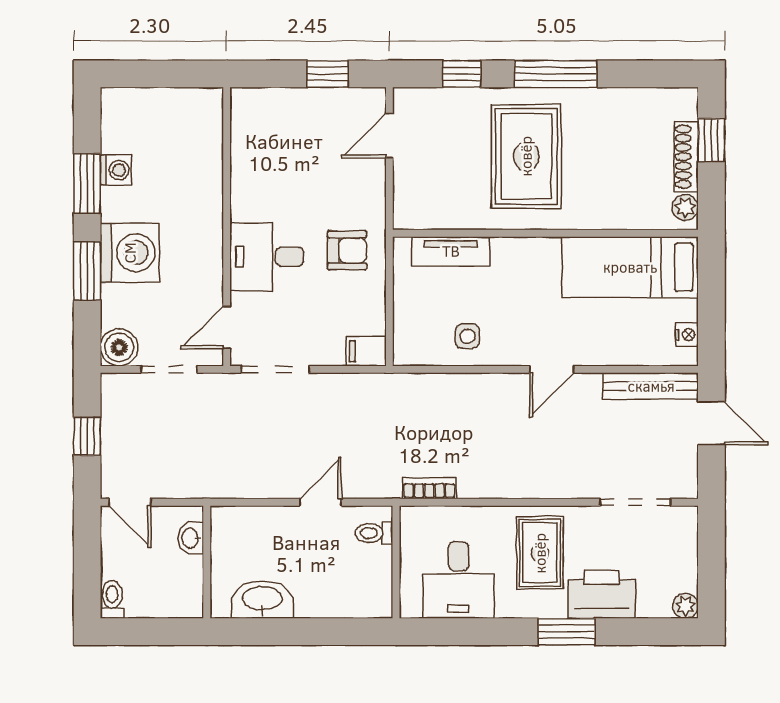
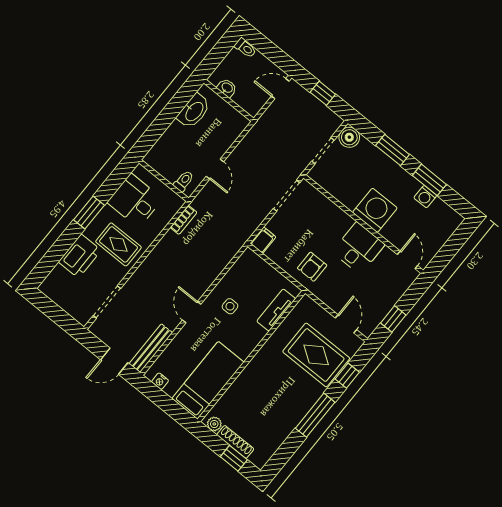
rug: (526, 156) -> (316, 355), moved
washing machine: (130, 253) -> (375, 210), moved, turned 180
desk: (267, 257) -> (359, 248), moved
door: (227, 327) -> (408, 260), moved
side table: (468, 336) -> (230, 306), moved
washbasin: (191, 538) -> (227, 88), moved
plant: (685, 606) -> (46, 288), removed
window: (567, 632) -> (89, 212), moved

